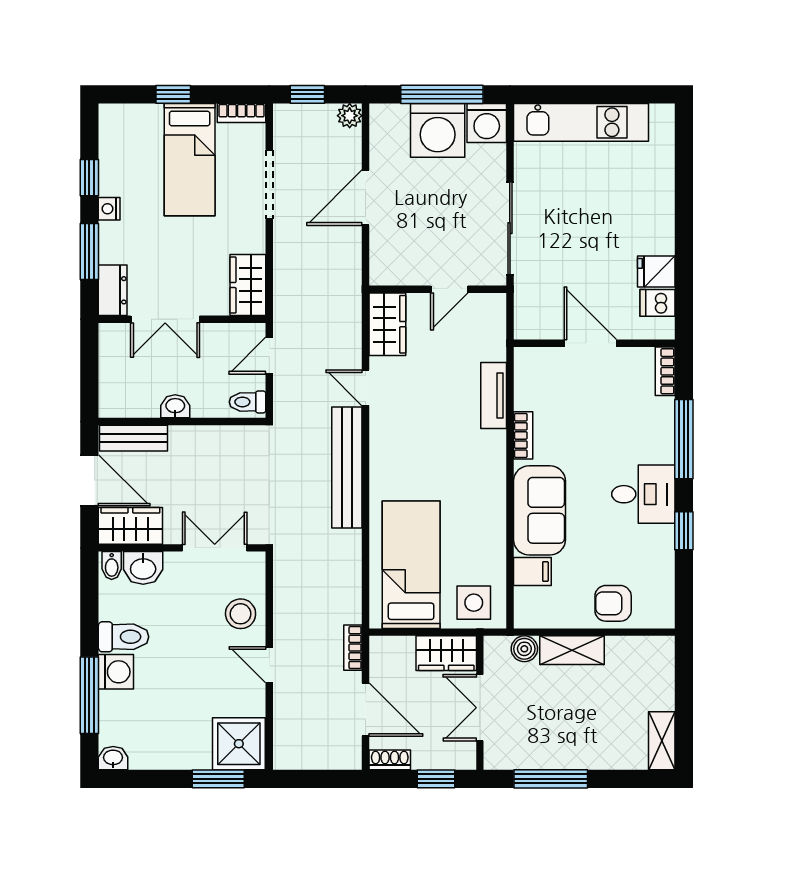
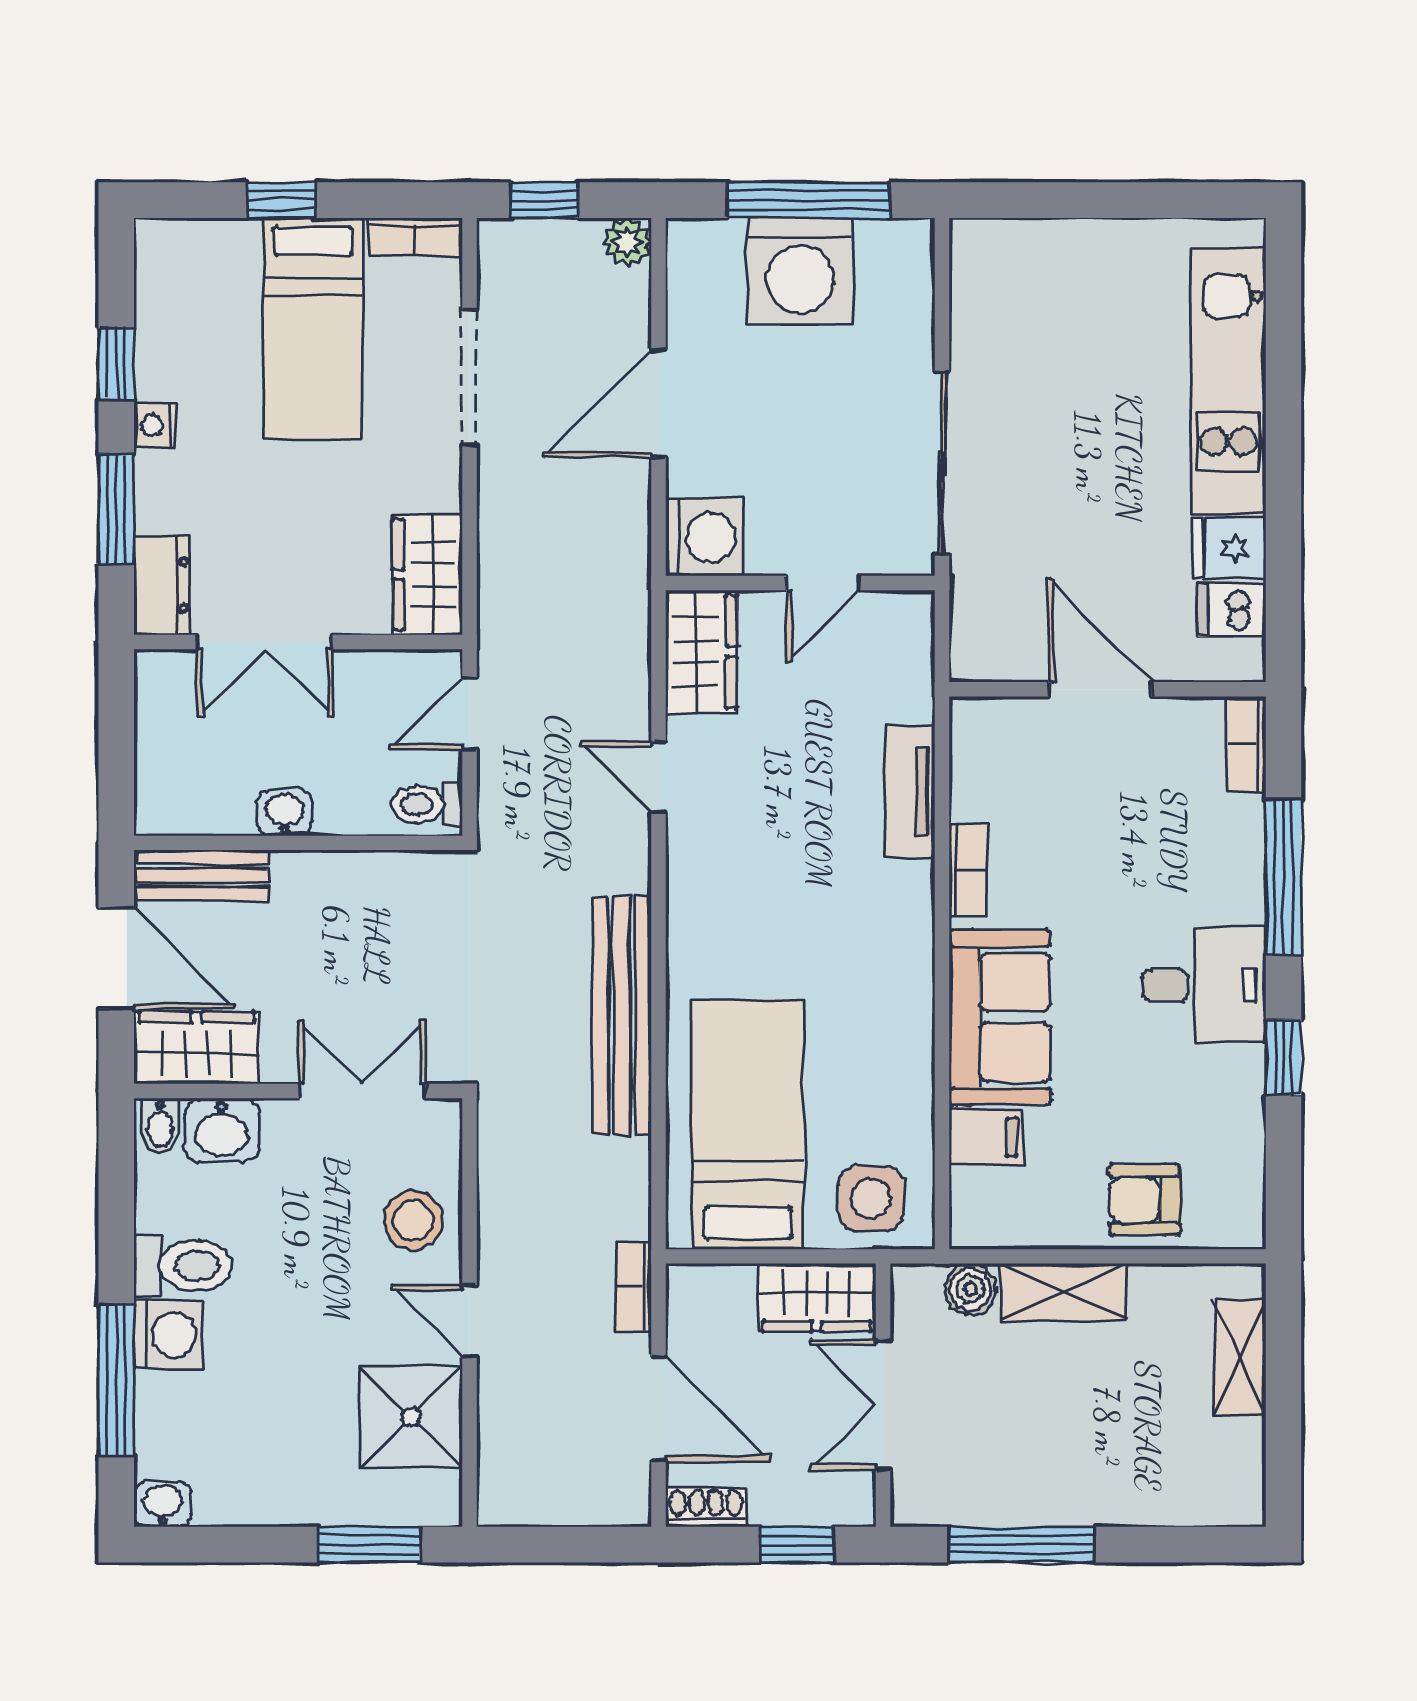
kitchen unit: (581, 122) -> (1228, 381), moved, turned 90
washing machine: (487, 123) -> (704, 537), moved, turned -90
bench: (347, 467) -> (622, 1016), moved
shelving: (662, 741) -> (1240, 1357), moved
shower: (239, 744) -> (411, 1417), moved

